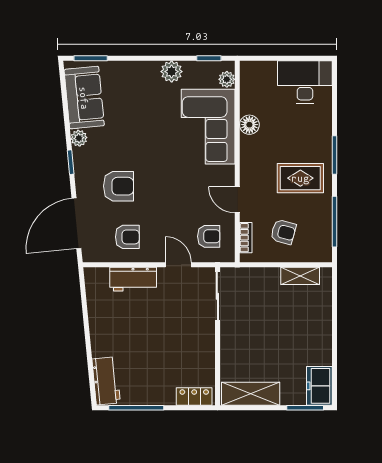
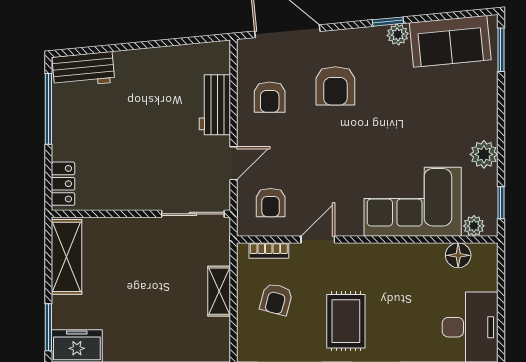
floor lamp: (249, 125) -> (458, 255), moved
window: (71, 162) -> (388, 22), moved
shelving: (300, 276) -> (219, 291), moved

